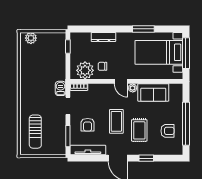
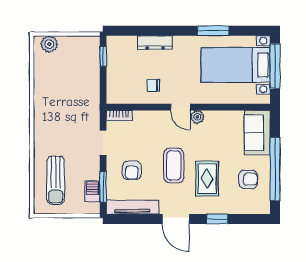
plant: (85, 70) -> (128, 91), removed
barbecue: (61, 88) -> (92, 191), moved
sofa: (153, 92) -> (257, 133), moved, turned 90

